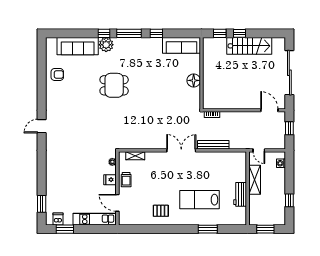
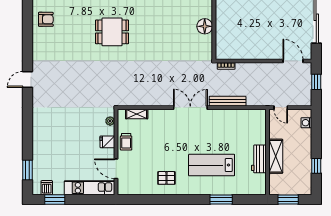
shelving: (255, 180) -> (276, 156), moved

